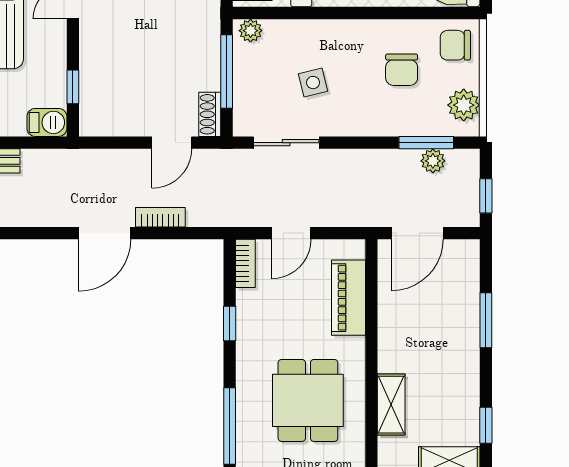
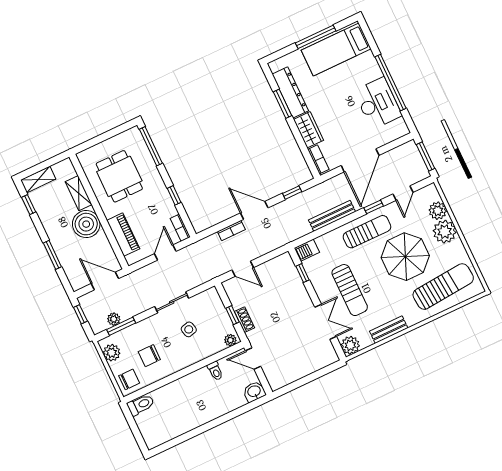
chair: (402, 70) -> (149, 356), turned -90
window: (227, 72) -> (233, 315), width x0.46
shoe rack: (210, 114) -> (244, 320), moved
door: (172, 143) -> (243, 269), swing flipped
sliding door: (286, 143) -> (172, 302), moved
window: (26, 233) -> (292, 193), added
door: (105, 233) -> (254, 210), hinge flipped
door: (417, 233) -> (105, 281), hinge flipped
boiler: (403, 346) -> (86, 224), added

